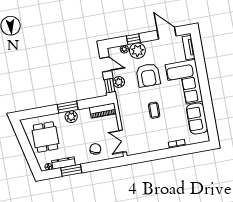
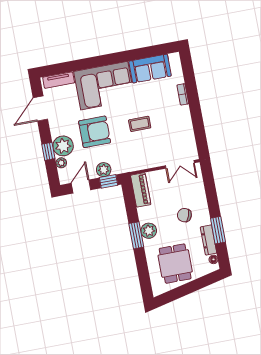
dining table: (46, 137) -> (175, 264), turned 90
chair: (95, 149) -> (184, 215), moved

